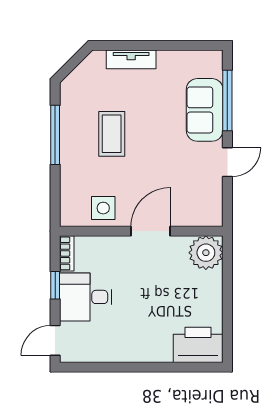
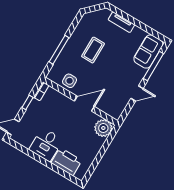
sofa: (205, 110) -> (148, 51), moved
window: (55, 135) -> (59, 50), moved
desk: (86, 297) -> (46, 145), moved, turned -90
printer: (198, 345) -> (66, 162), moved

